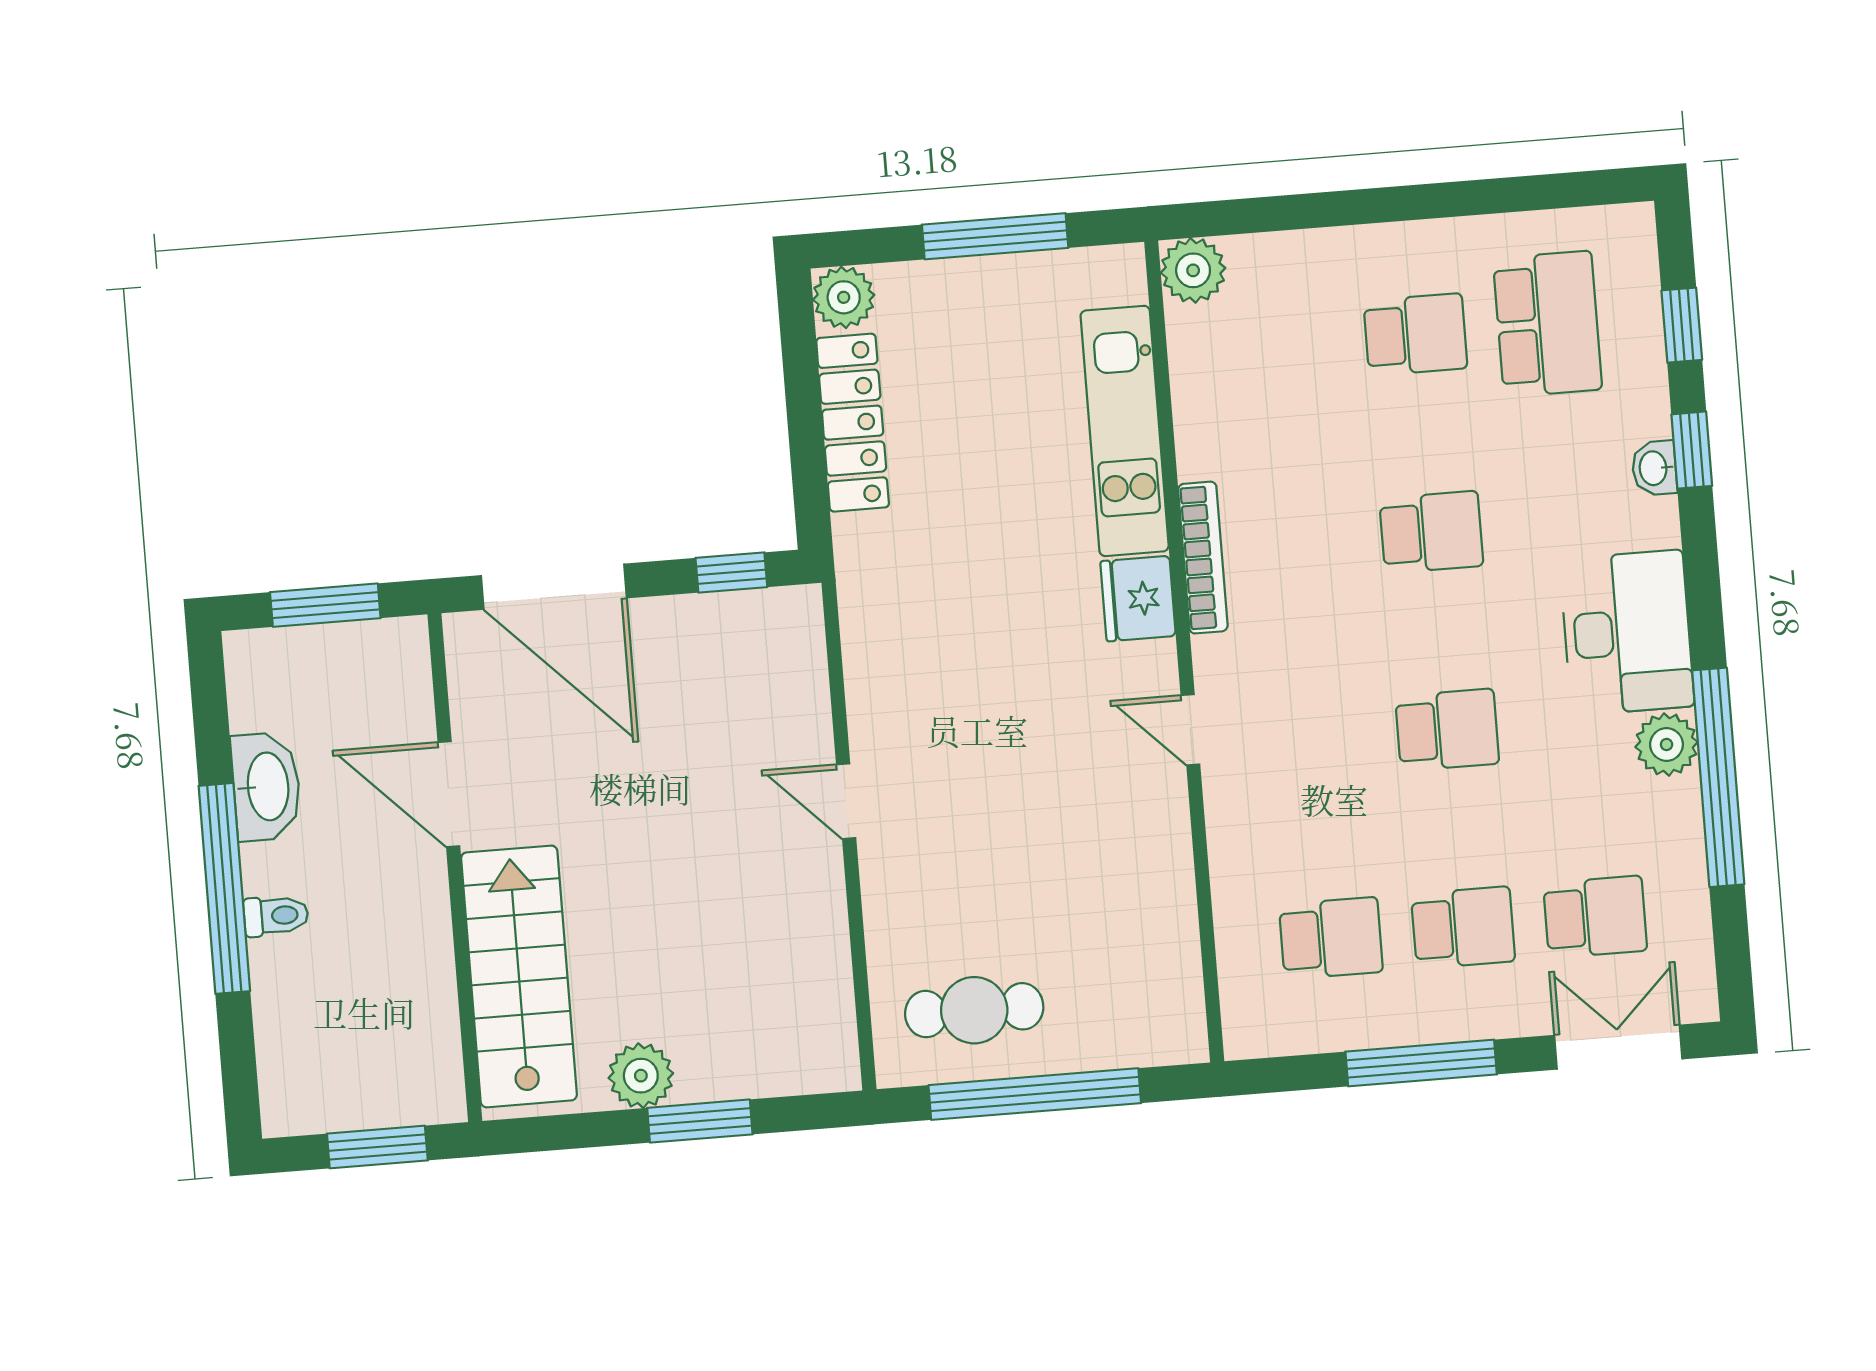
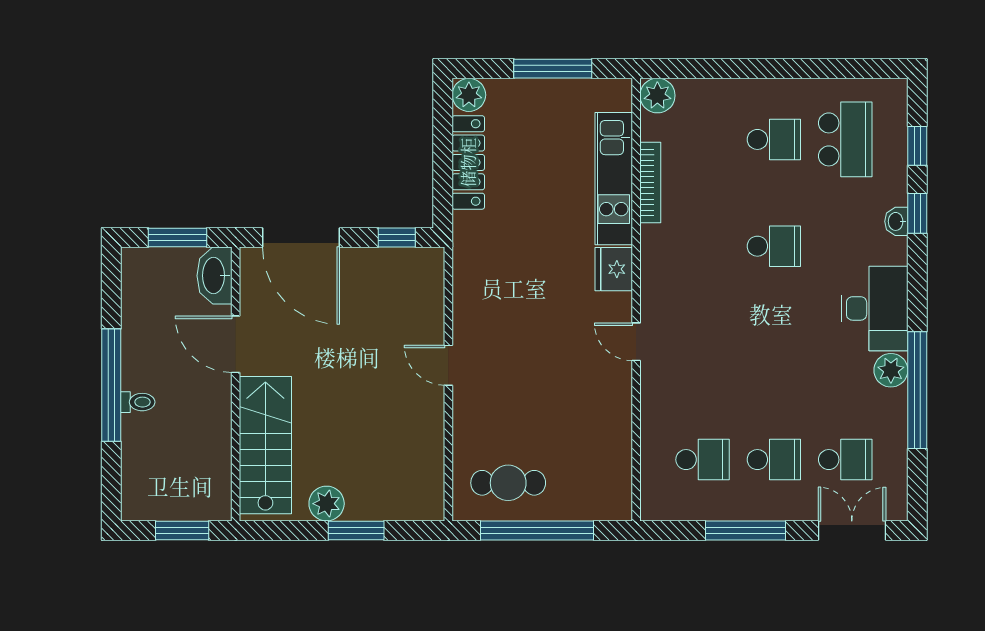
bookcase: (1203, 558) -> (650, 182), moved
school desk: (1447, 730) -> (774, 353), removed
washbasin: (266, 787) -> (215, 276), moved, turned 180

